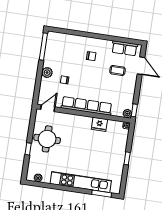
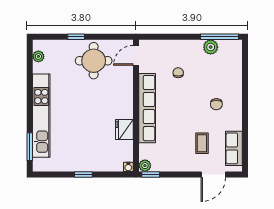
plant: (47, 73) -> (211, 47), moved
door: (48, 108) -> (136, 55), swing flipped

